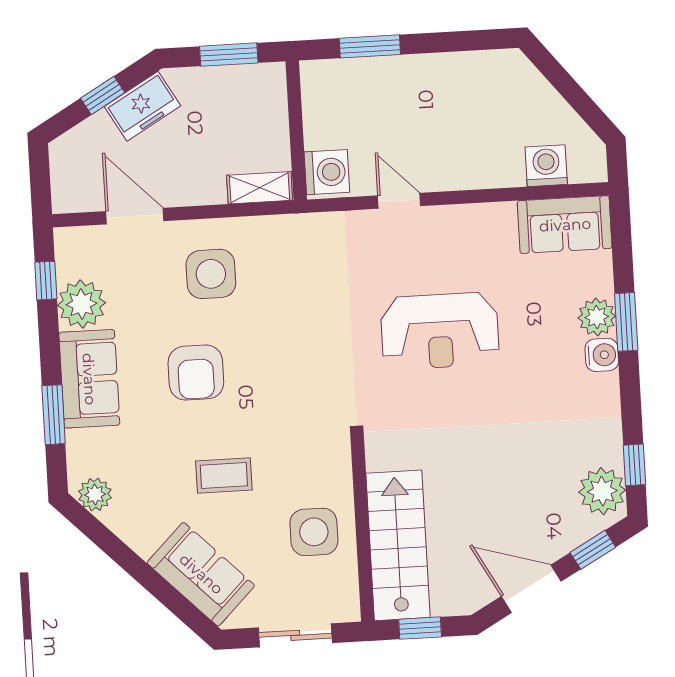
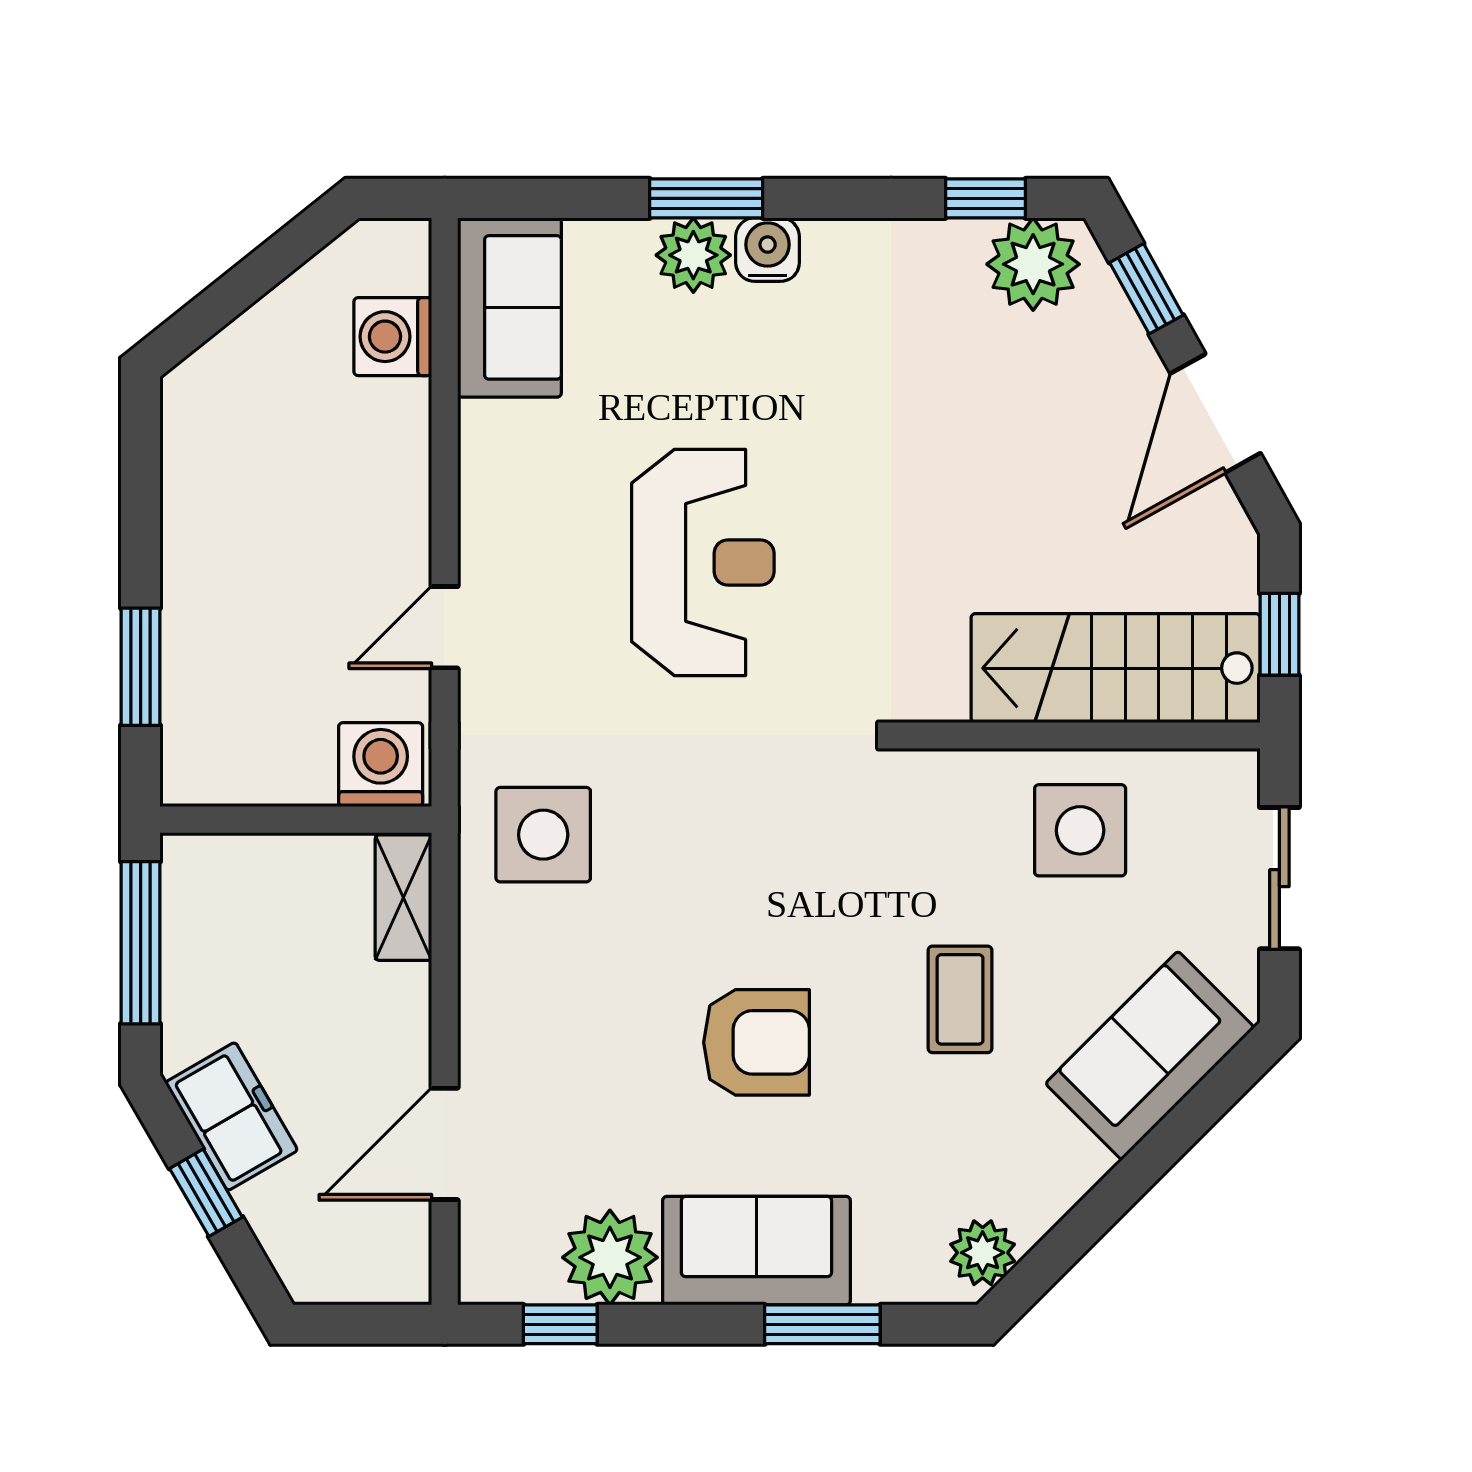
window: (229, 55) -> (141, 943), width x1.44
side table: (211, 274) -> (543, 835), moved

